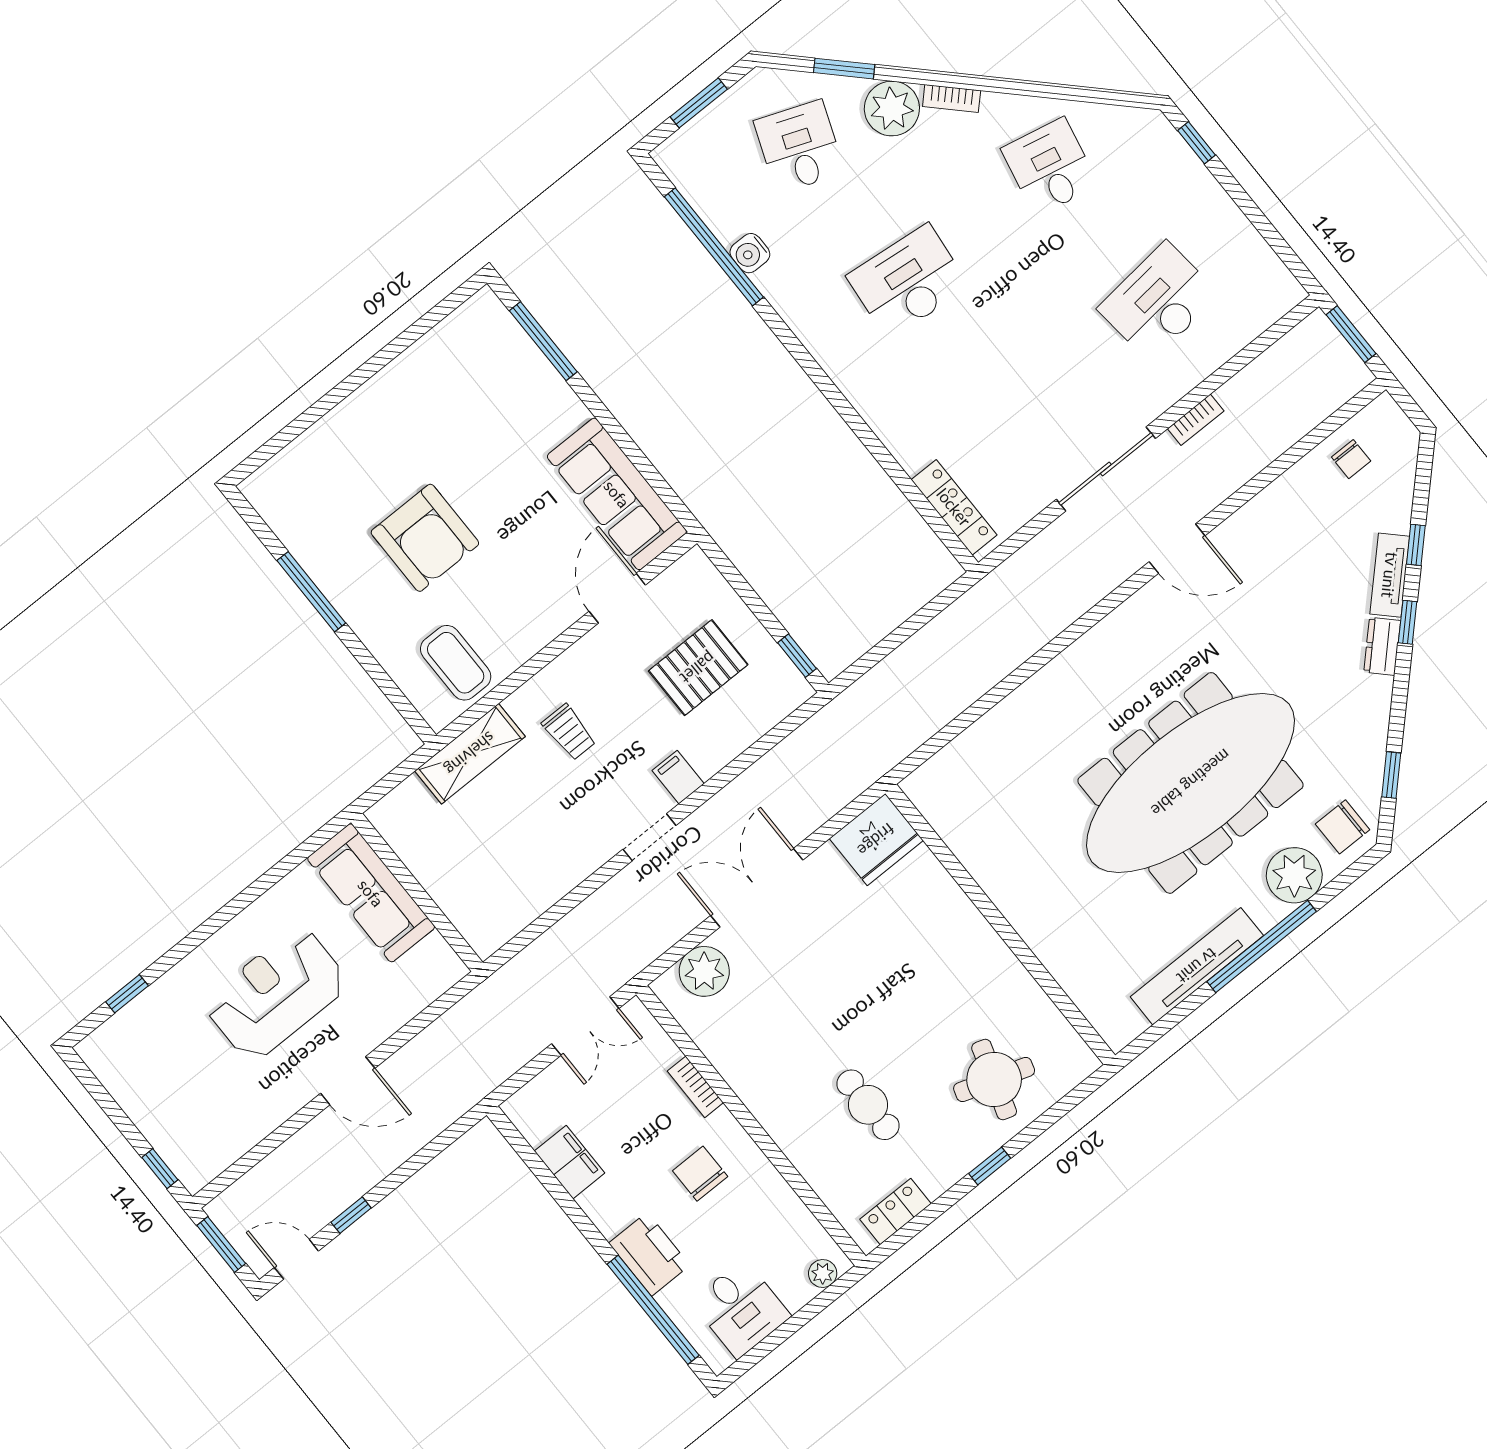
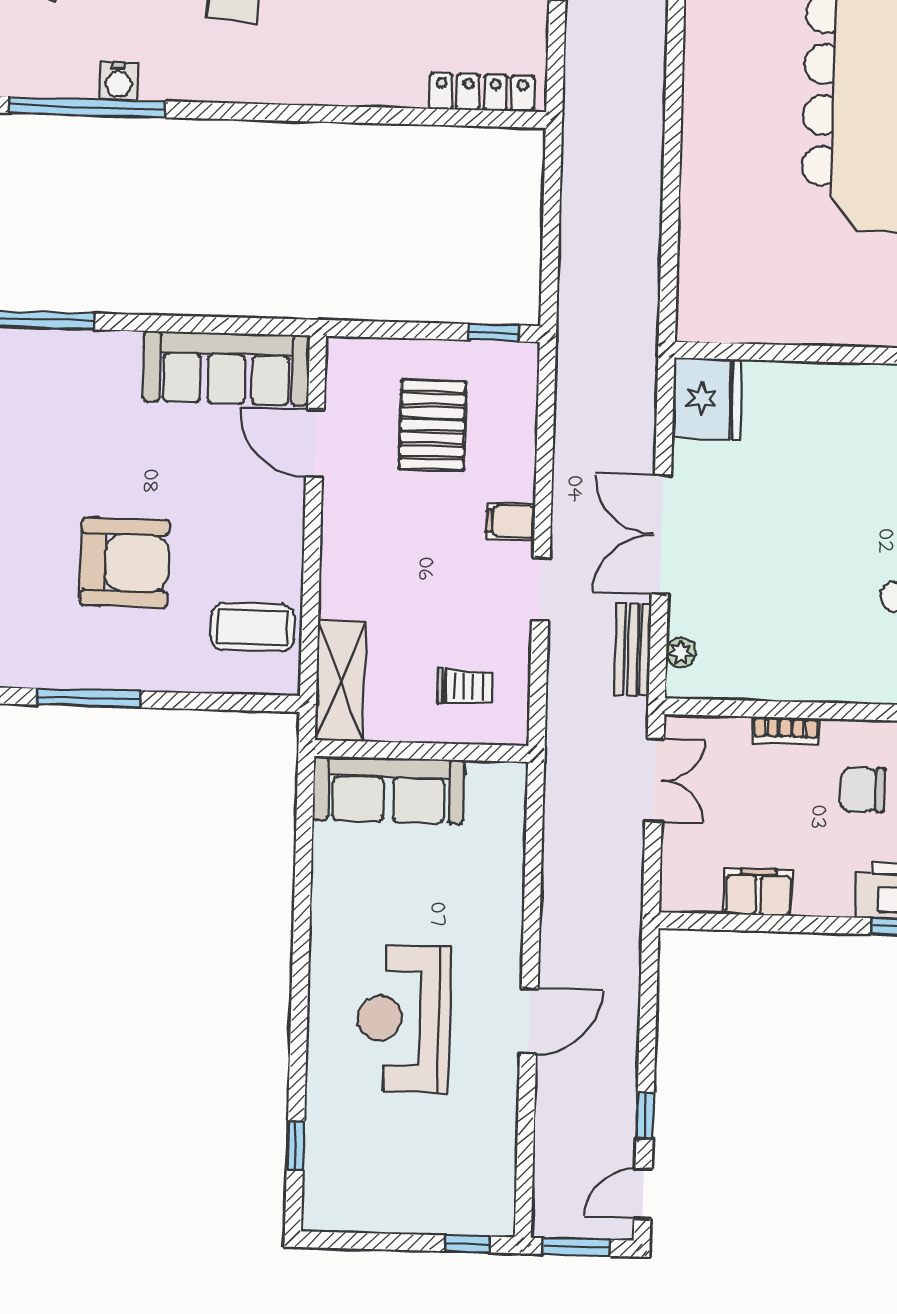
trolley: (569, 732) -> (465, 687), moved
wall: (417, 892) -> (421, 751), moved
sofa: (371, 893) -> (389, 790), moved
bench: (662, 935) -> (633, 650), added
plant: (704, 971) -> (681, 652), width x0.53, depth x0.53

